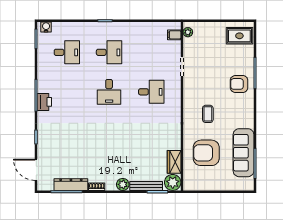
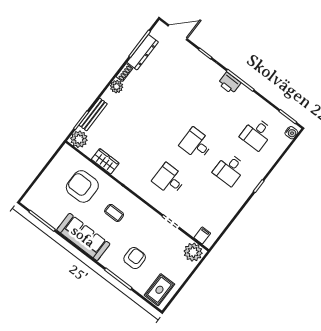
plant: (188, 32) -> (193, 252), width x1.87, depth x1.87
armchair: (239, 84) -> (135, 258), moved
desk: (151, 92) -> (169, 179), turned 90
armchair: (206, 153) -> (82, 186), turned -90
sofa: (244, 153) -> (83, 237), moved
wardrobe: (174, 162) -> (105, 161), moved
plant: (123, 184) -> (117, 87), moved

